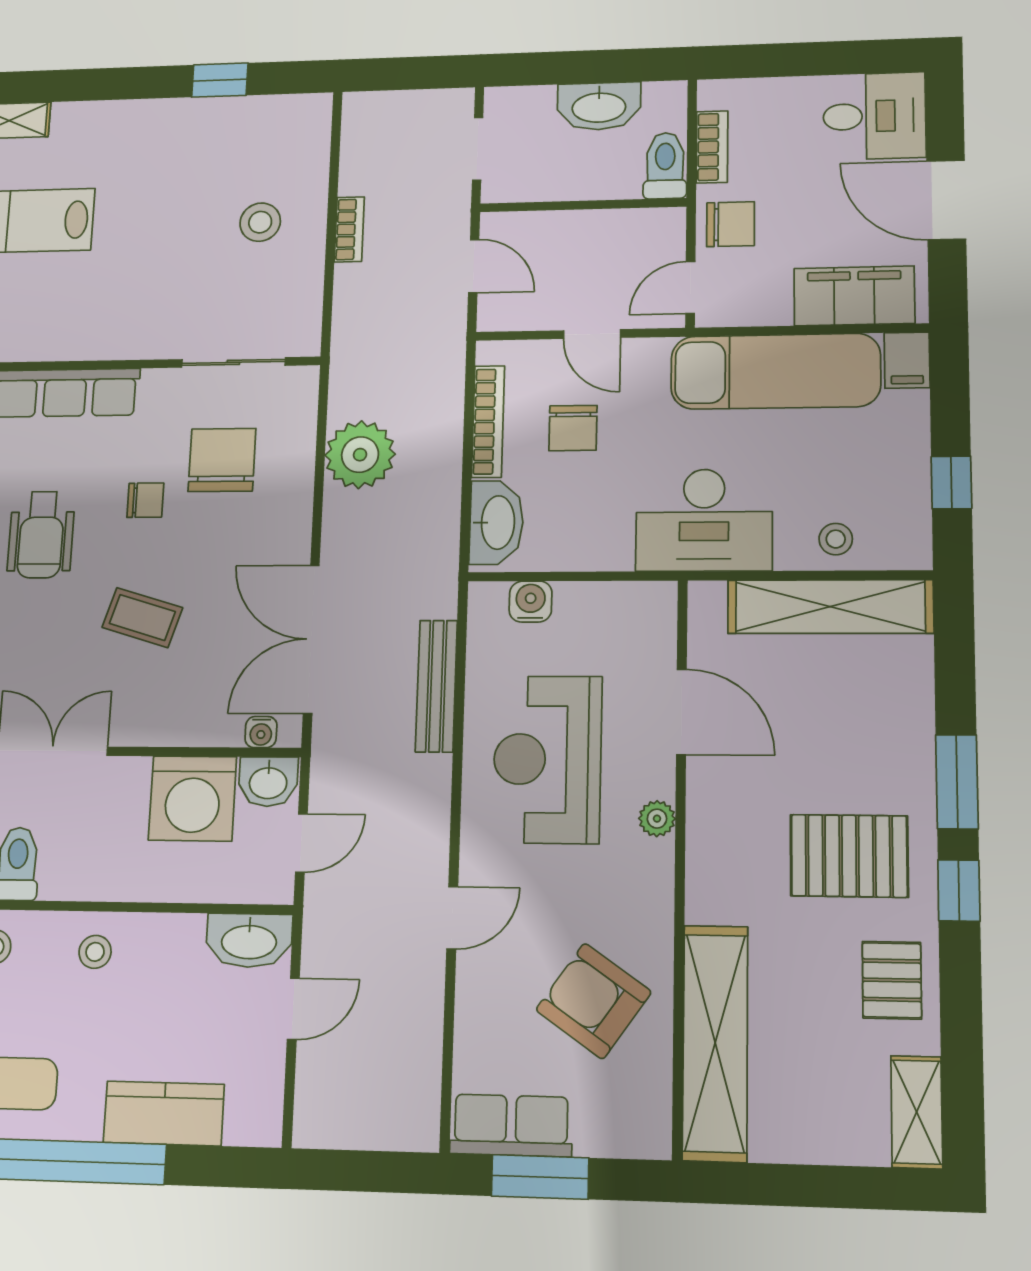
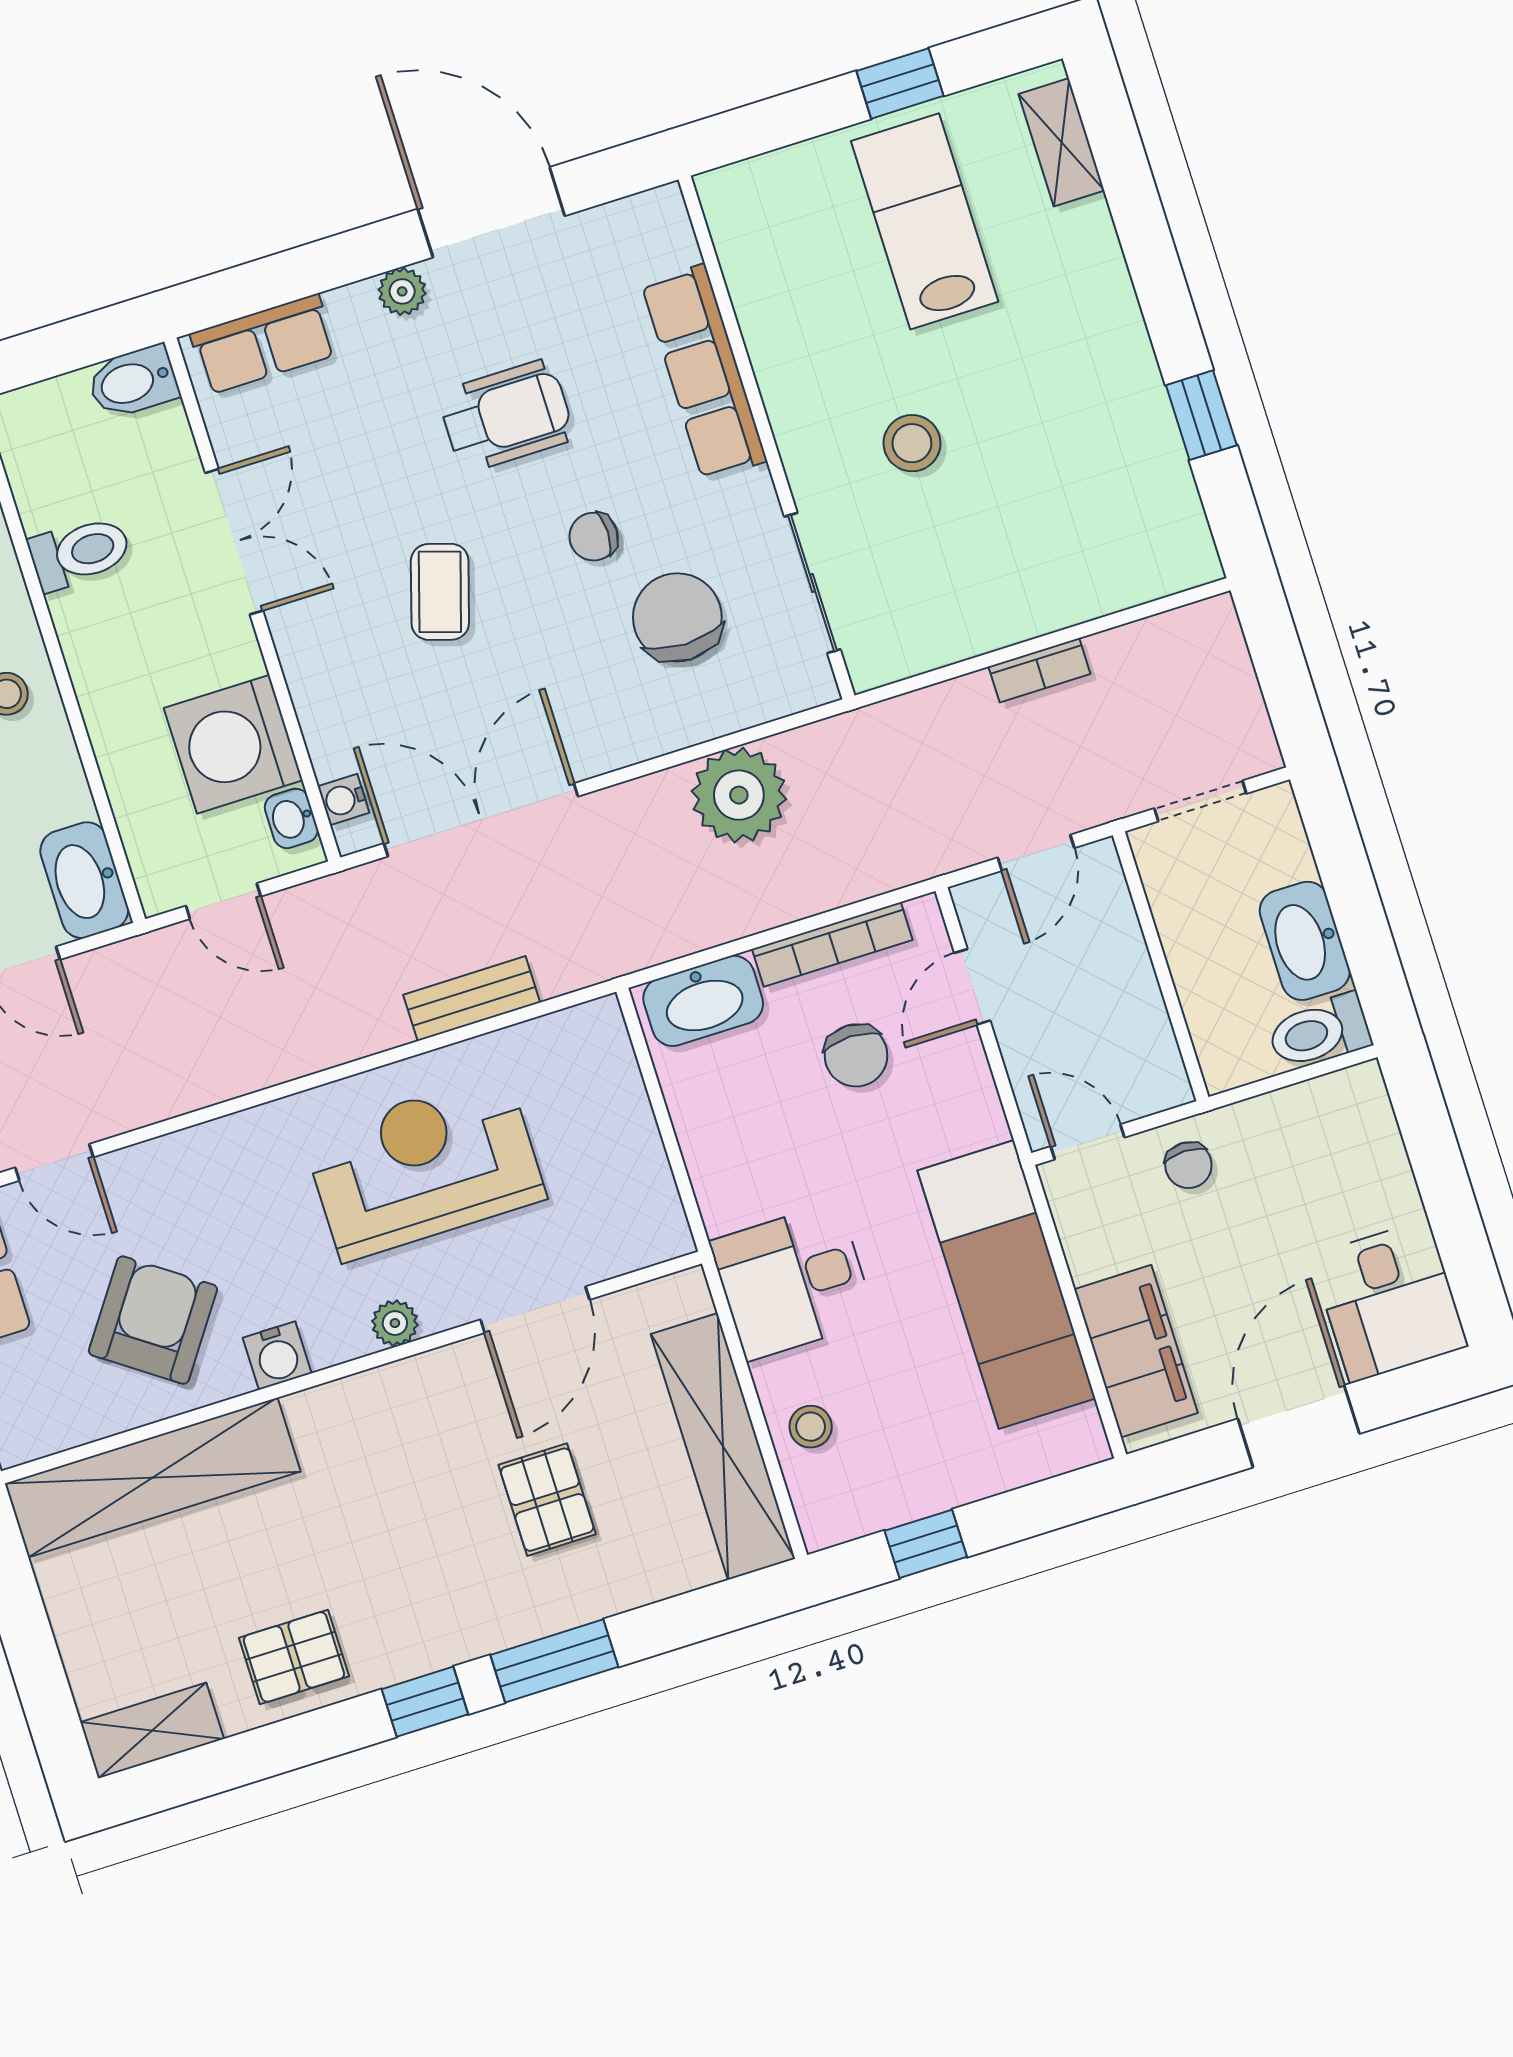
bookcase: (712, 147) -> (1289, 1107), removed
toilet: (665, 166) -> (1319, 1032), moved, turned 180
stool: (260, 222) -> (912, 443), moved
chair: (731, 224) -> (1188, 1165), width x0.73, depth x0.73
door: (592, 334) -> (972, 987), moved
filing cabinet: (907, 360) -> (1069, 1442), removed
chair: (573, 428) -> (856, 1055), turned -90
chair: (222, 460) -> (677, 617), turned -90
chair: (145, 500) -> (594, 537), turned 90
desk: (704, 520) -> (793, 1281), width x0.73
wheelchair: (41, 535) -> (506, 416), turned 180
water cooler: (531, 602) -> (277, 1356), moved, turned 90
bench: (436, 686) -> (472, 999), width x0.73
washbasin: (268, 782) -> (291, 818), width x0.72, depth x0.69
pallet: (849, 856) -> (547, 1500), moved, width x0.67, depth x0.71
door: (452, 918) -> (54, 1162), moved

